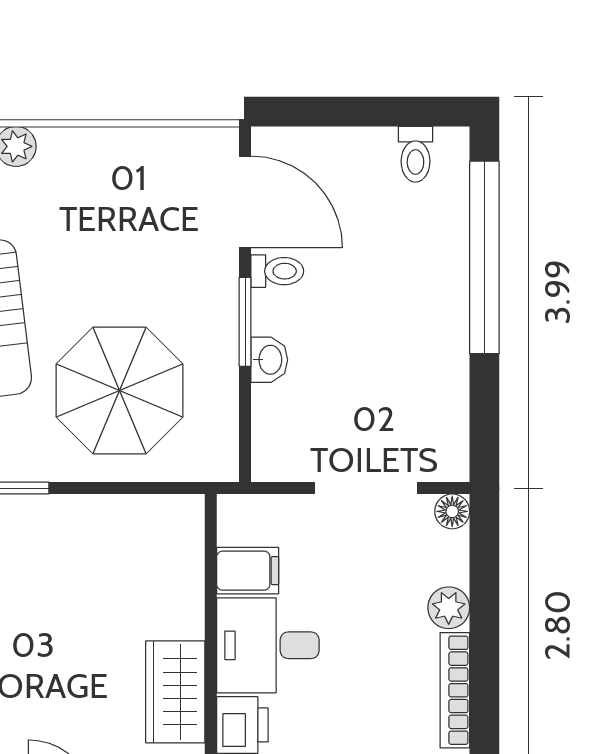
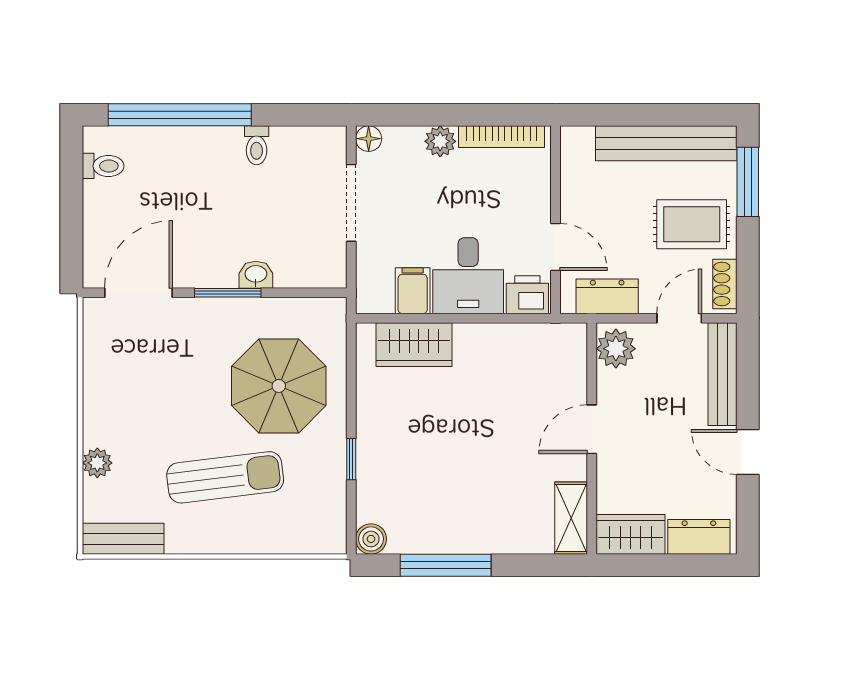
toilet: (277, 271) -> (257, 145), moved, turned 180
wardrobe: (175, 692) -> (414, 345), moved

